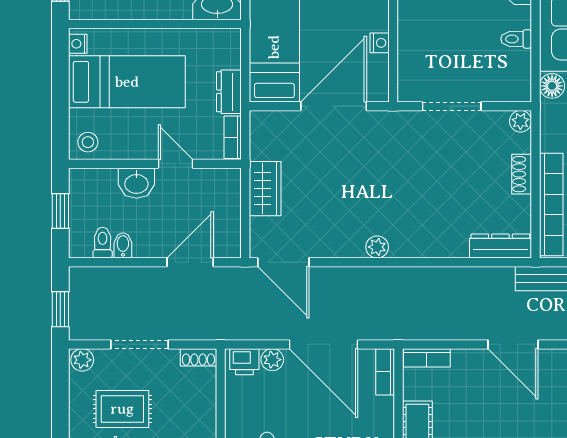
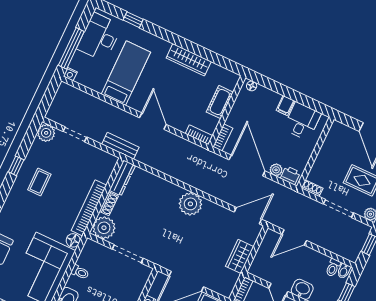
plant: (520, 121) -> (104, 228), width x1.88, depth x1.88
bookcase: (551, 205) -> (89, 208), moved
bidet: (123, 245) -> (344, 271), moved
dresser: (500, 246) -> (122, 178), moved, turned -90
plant: (377, 247) -> (190, 204), width x1.88, depth x1.88
door: (283, 262) -> (248, 216), hinge flipped

